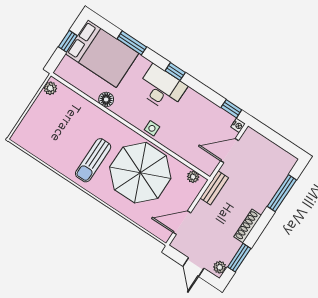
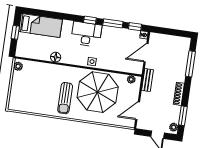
window: (132, 43) -> (113, 23), moved
bed: (102, 54) -> (41, 25), width x0.67

